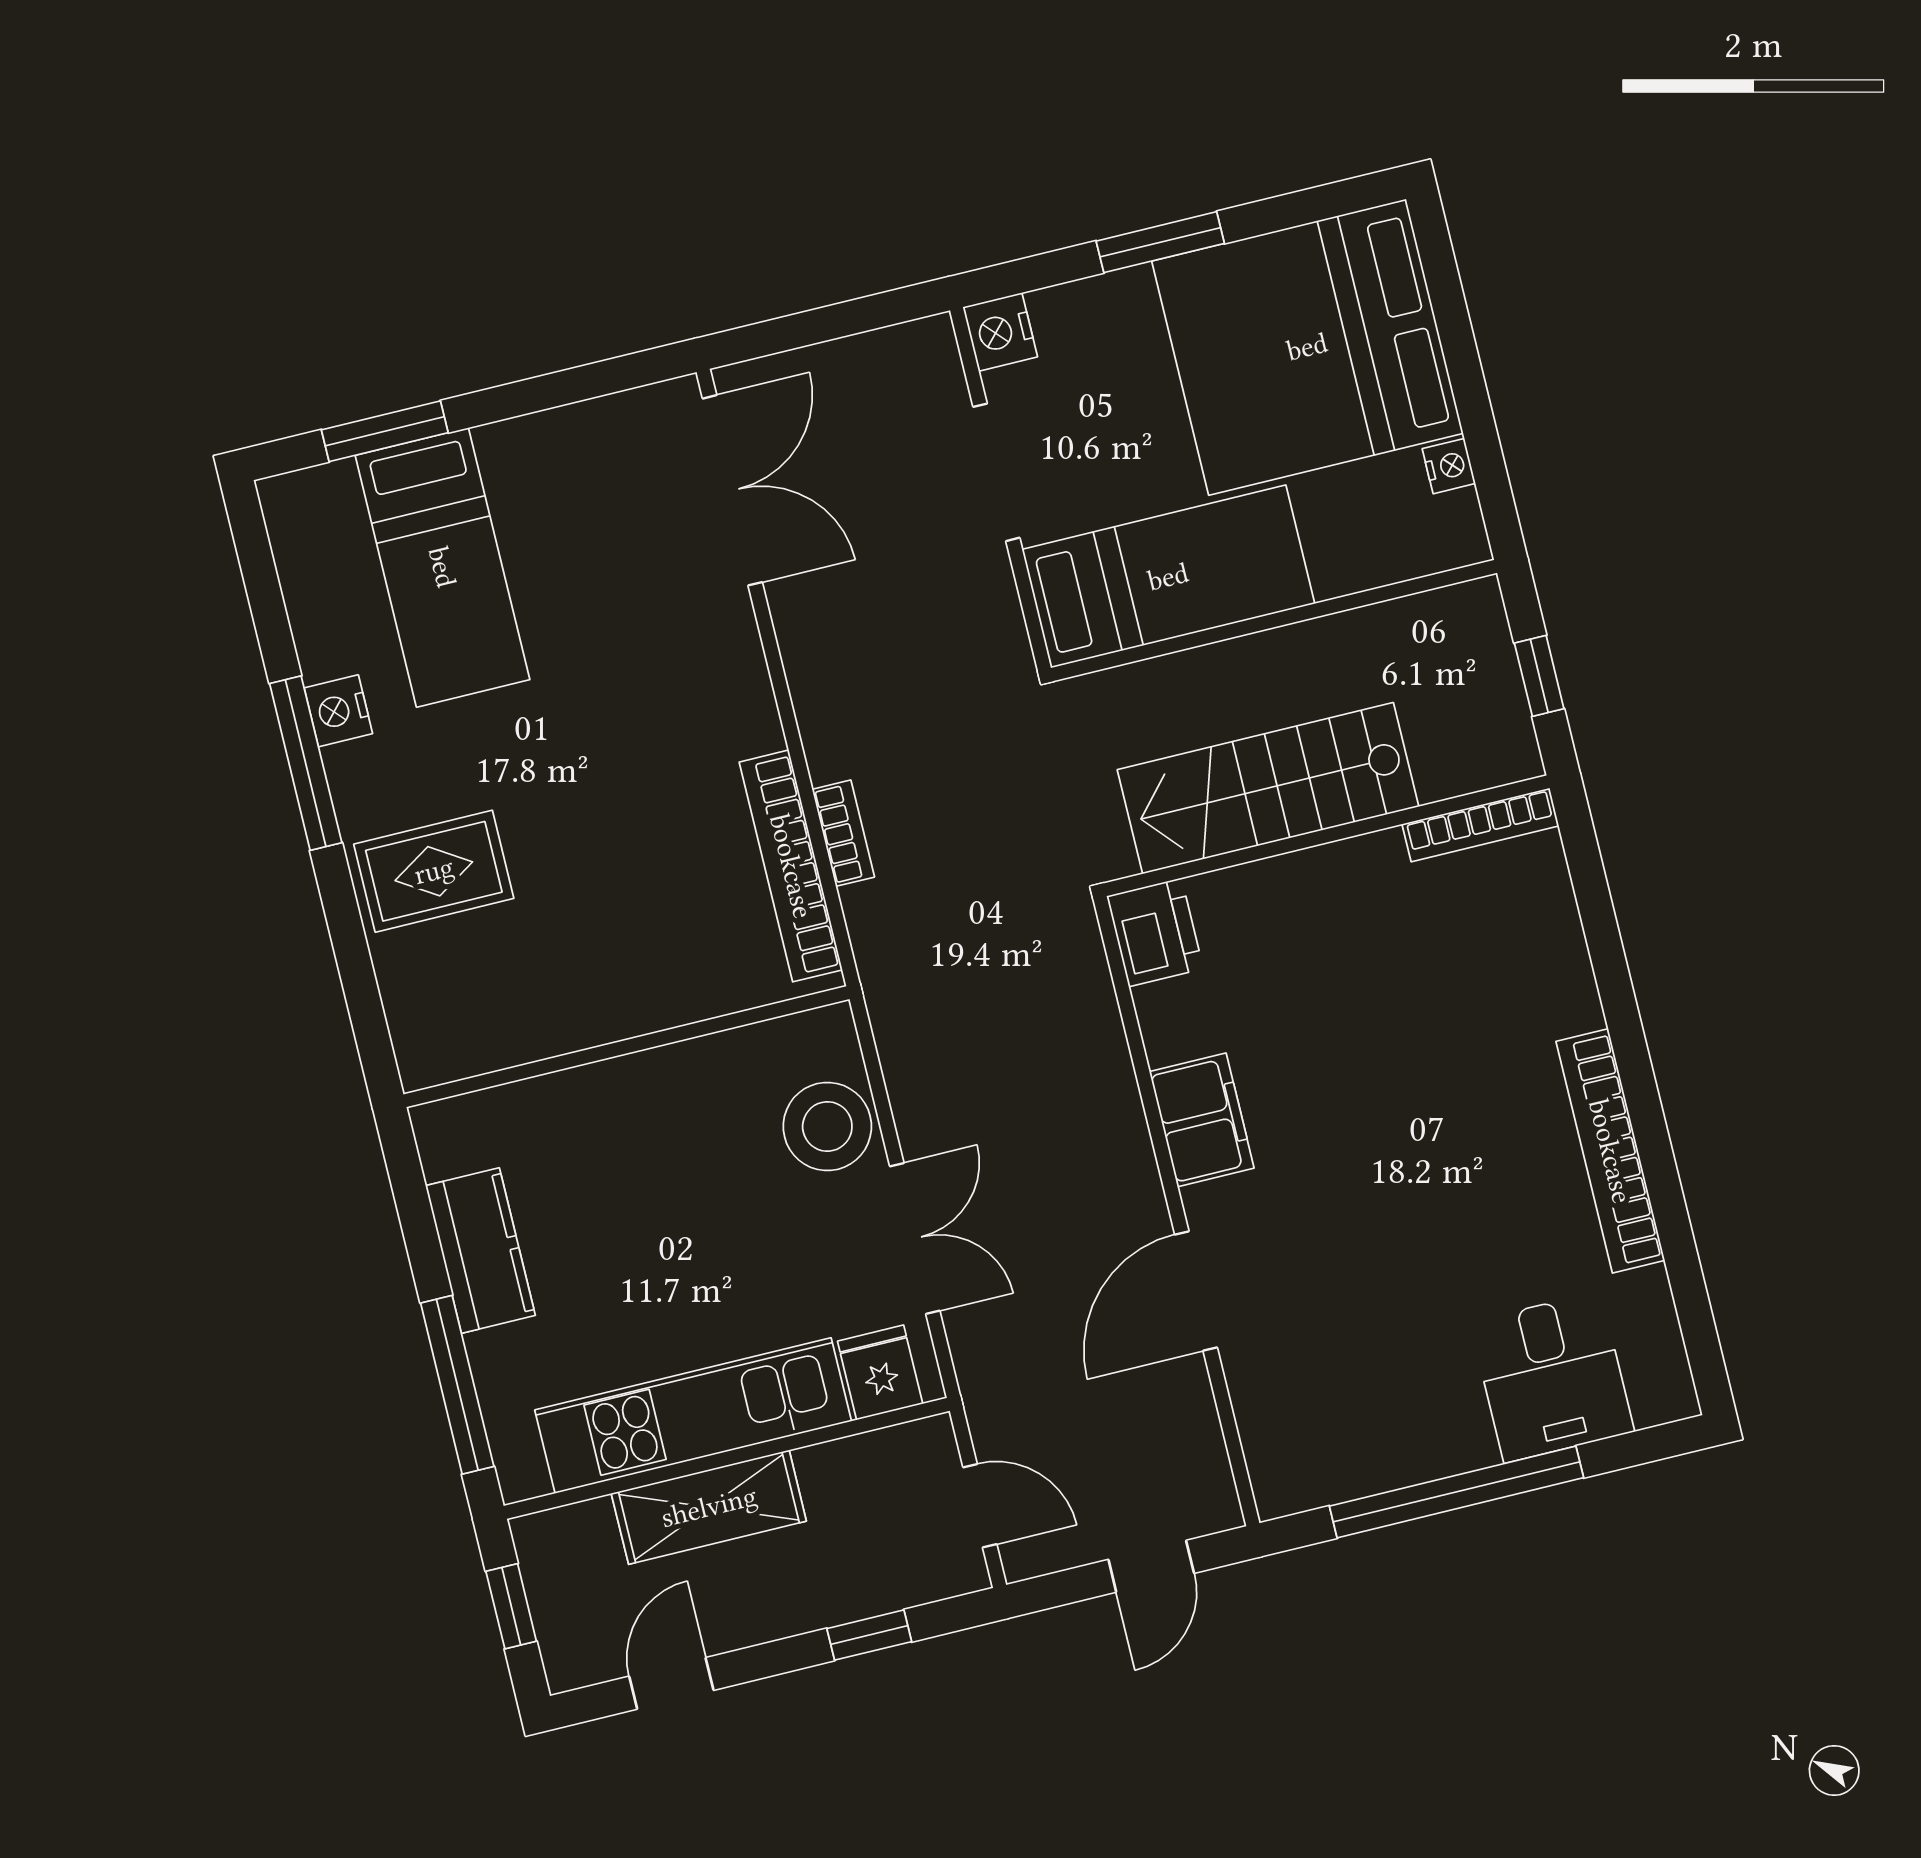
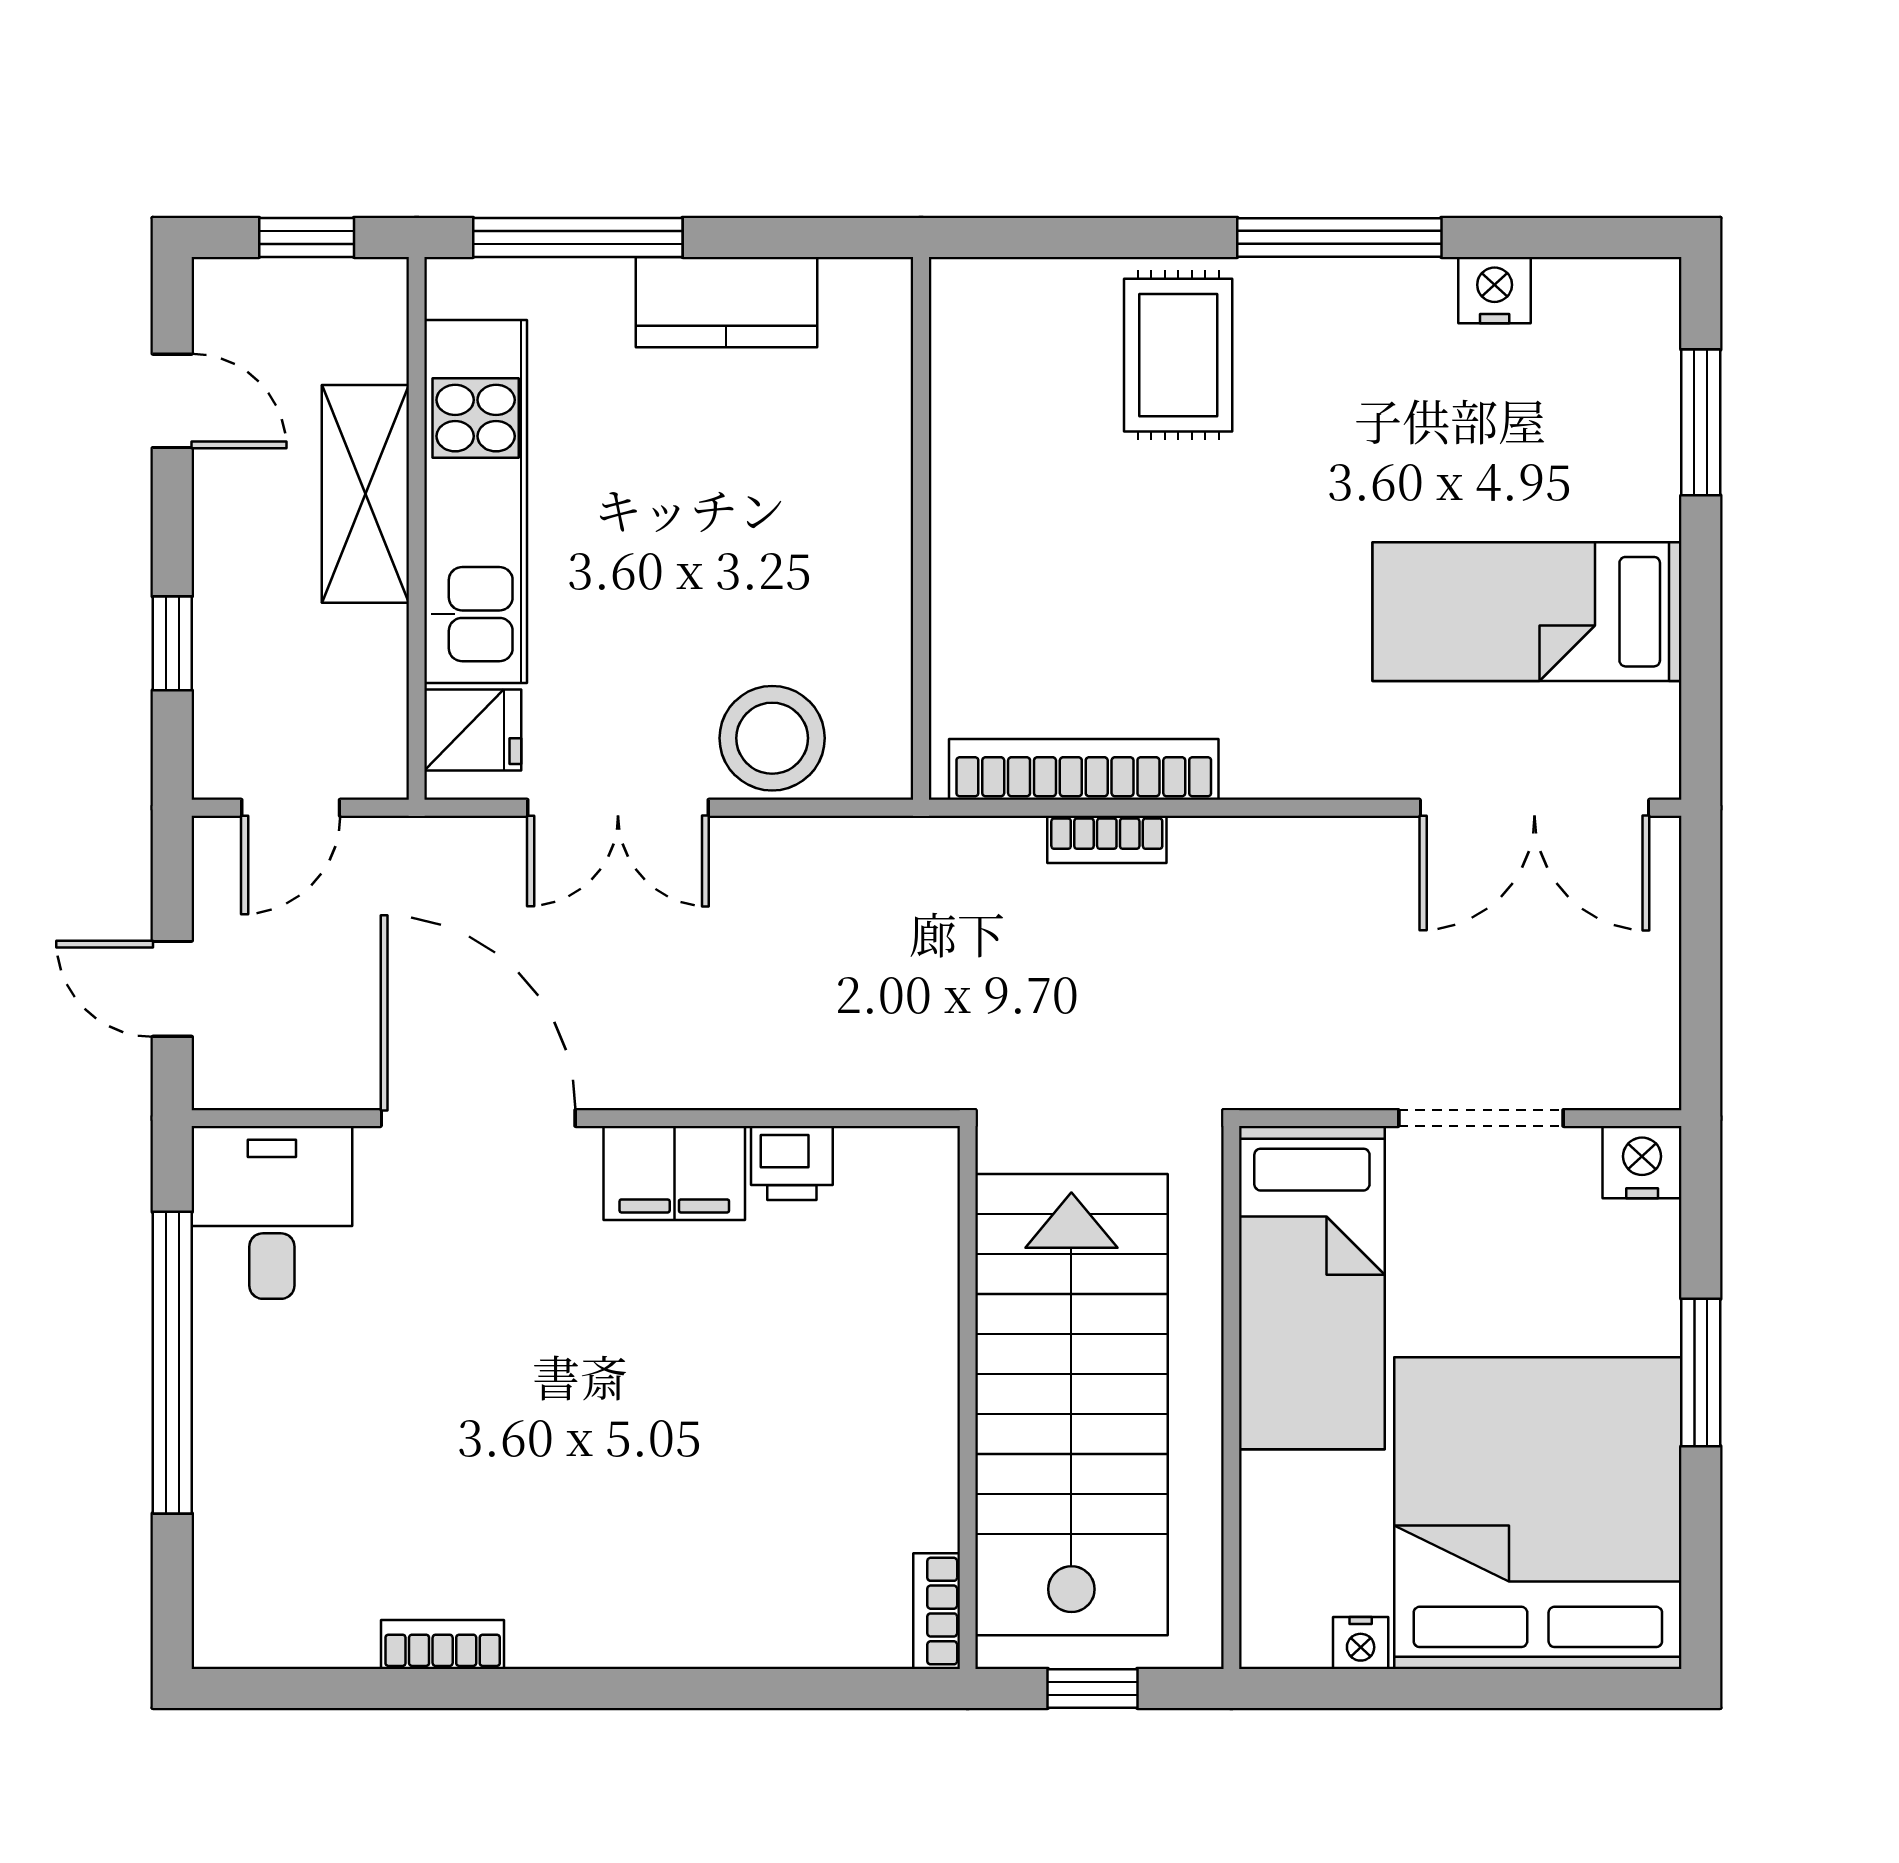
bed: (442, 567) -> (1527, 612), moved
nightstand: (338, 711) -> (1495, 290), moved
stairs: (1268, 788) -> (1071, 1405), width x1.36, depth x1.51
bookcase: (1480, 825) -> (937, 1611), width x0.64
printer: (1155, 932) -> (792, 1163), moved, width x0.73, depth x0.81
bookcase: (1610, 1151) -> (443, 1644), width x0.43, depth x0.76
door: (1196, 1291) -> (478, 1118), width x1.36
desk: (1552, 1377) -> (272, 1212), moved, turned 90

